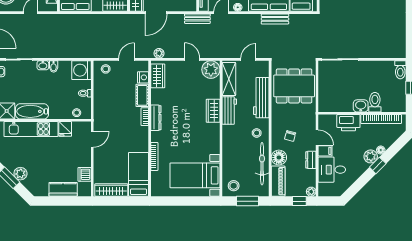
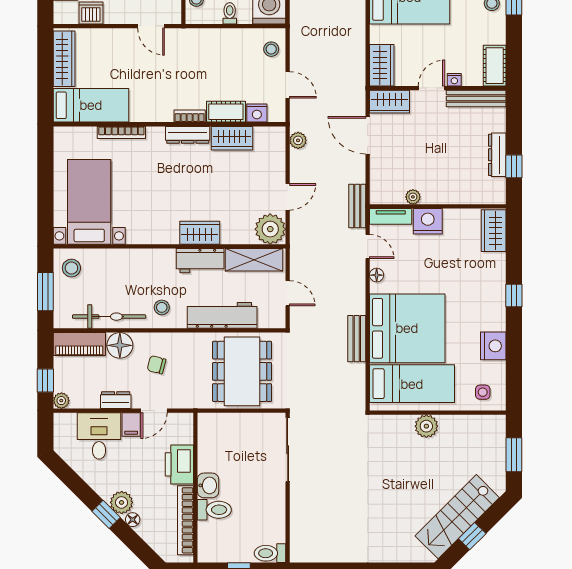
wardrobe: (158, 76) -> (232, 138), moved

